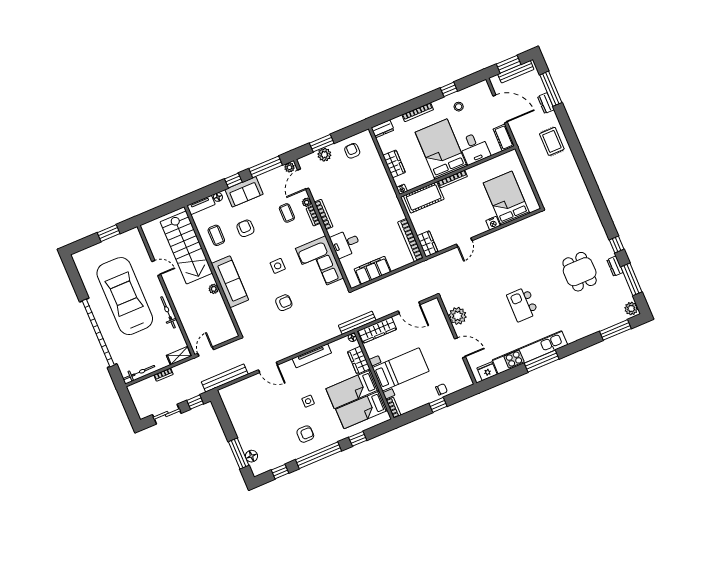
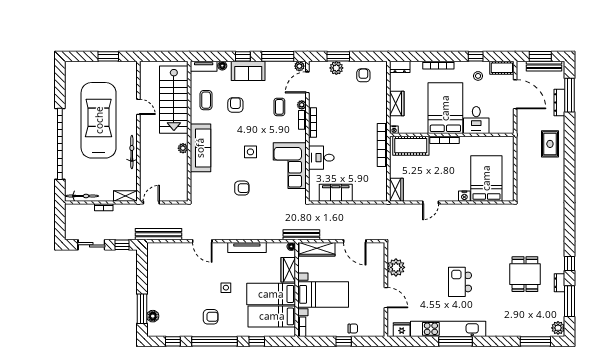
dresser: (546, 103) -> (559, 102), width x1.44
cot: (504, 137) -> (502, 68), moved, turned 90
bookcase: (411, 240) -> (382, 145), moved

